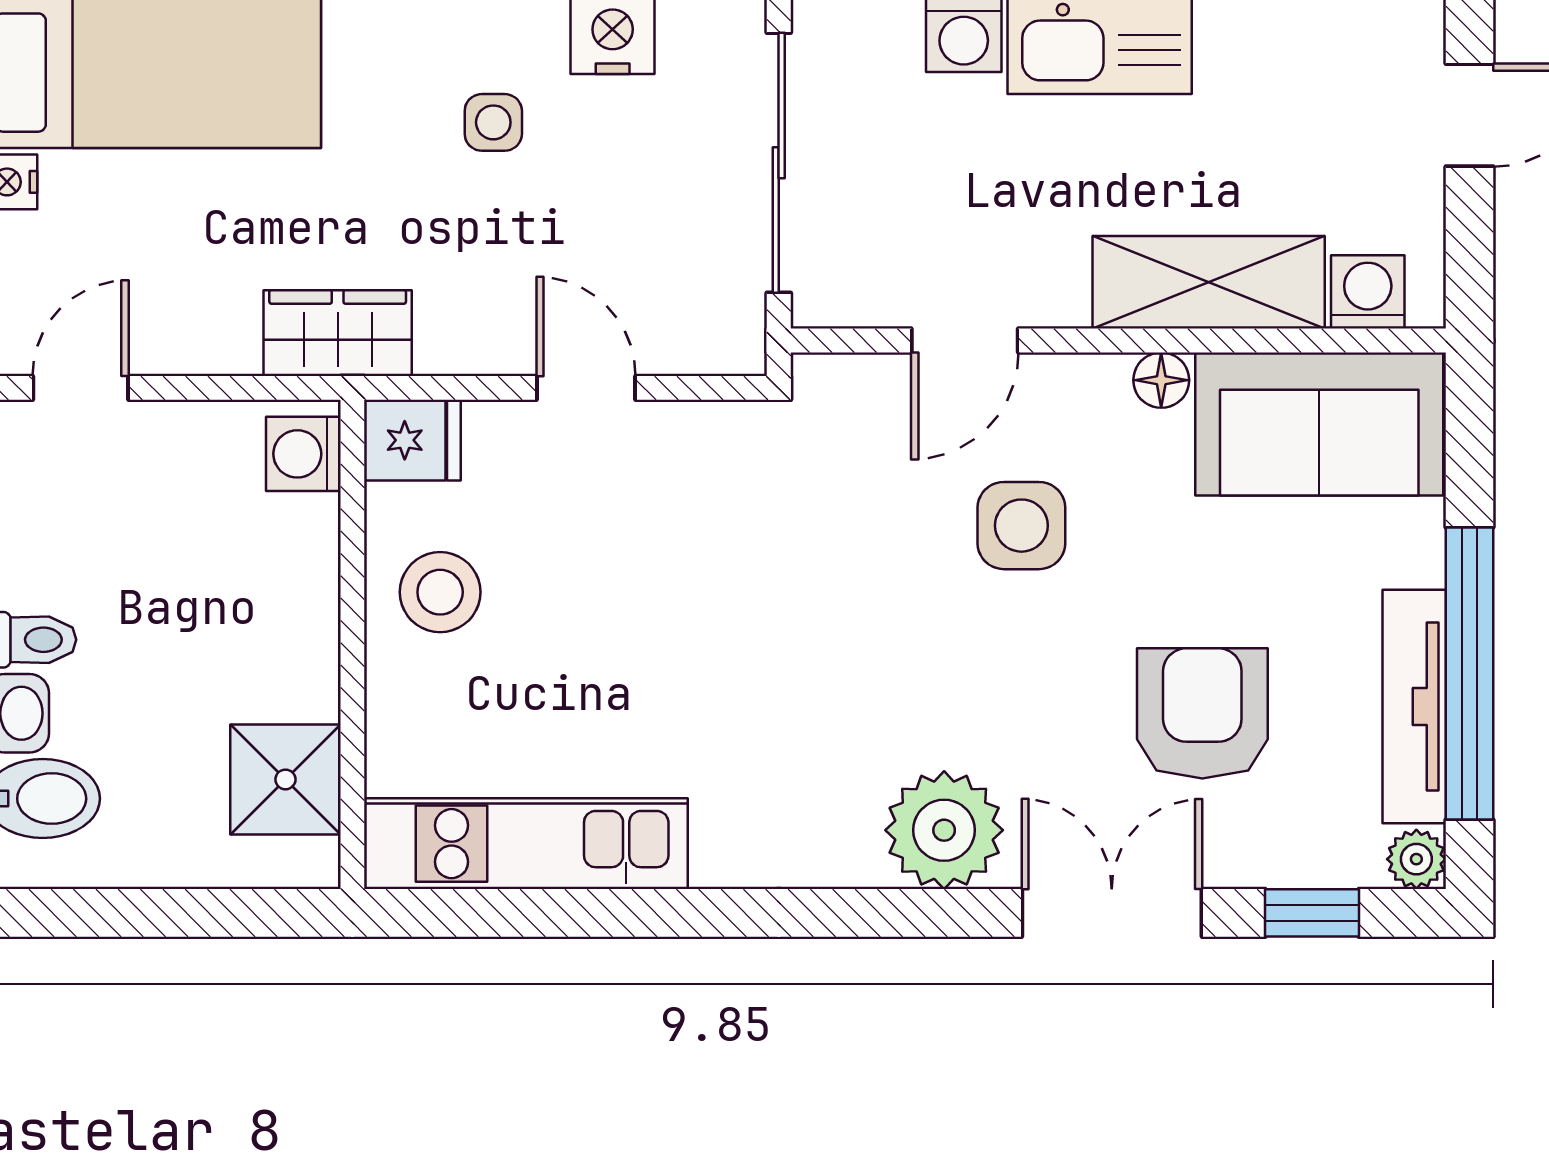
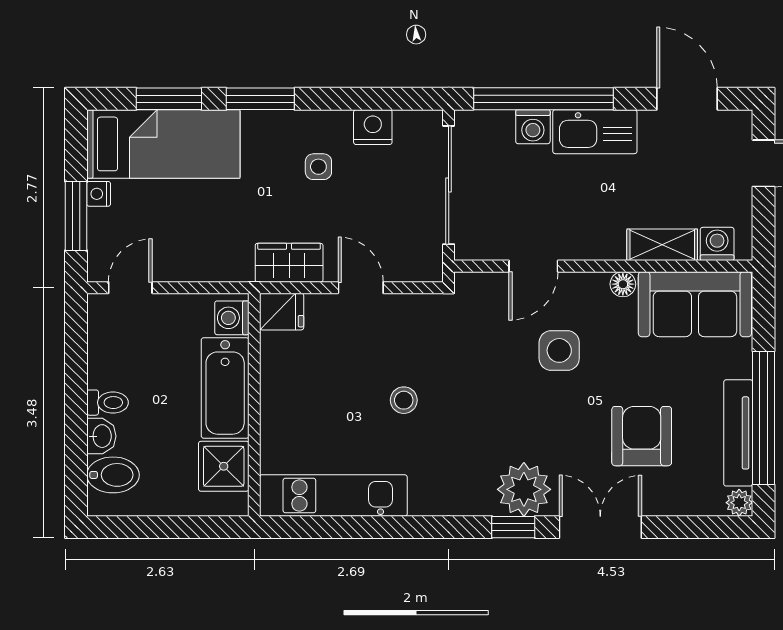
shelving: (1209, 282) -> (662, 245), width x0.67, depth x0.75
wardrobe: (338, 333) -> (289, 263), moved
stool: (440, 592) -> (404, 400), moved, width x0.73, depth x0.73
bathtub: (288, 608) -> (225, 388), added
window: (1312, 913) -> (513, 527), moved

